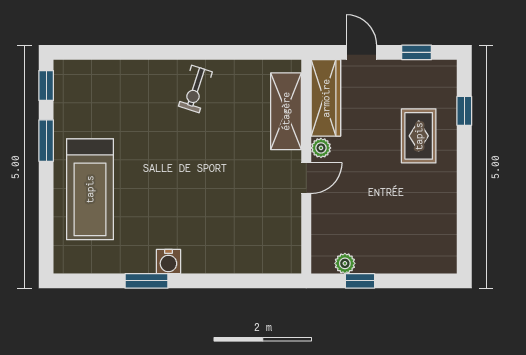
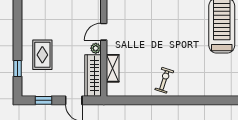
shelving: (286, 111) -> (113, 68), width x0.67, depth x0.75

